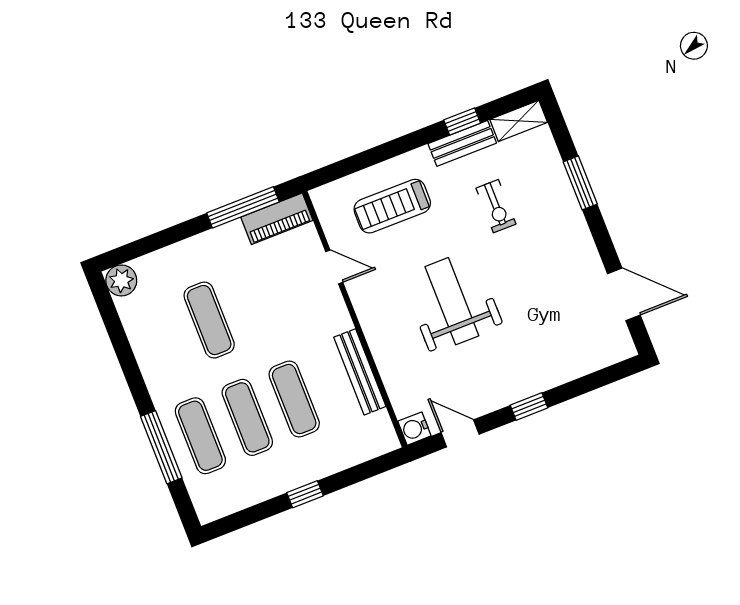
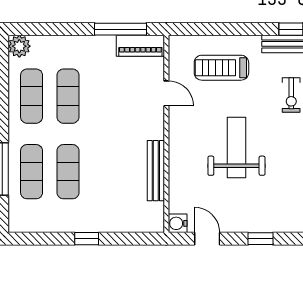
exercise mat: (294, 399) -> (32, 96), moved

